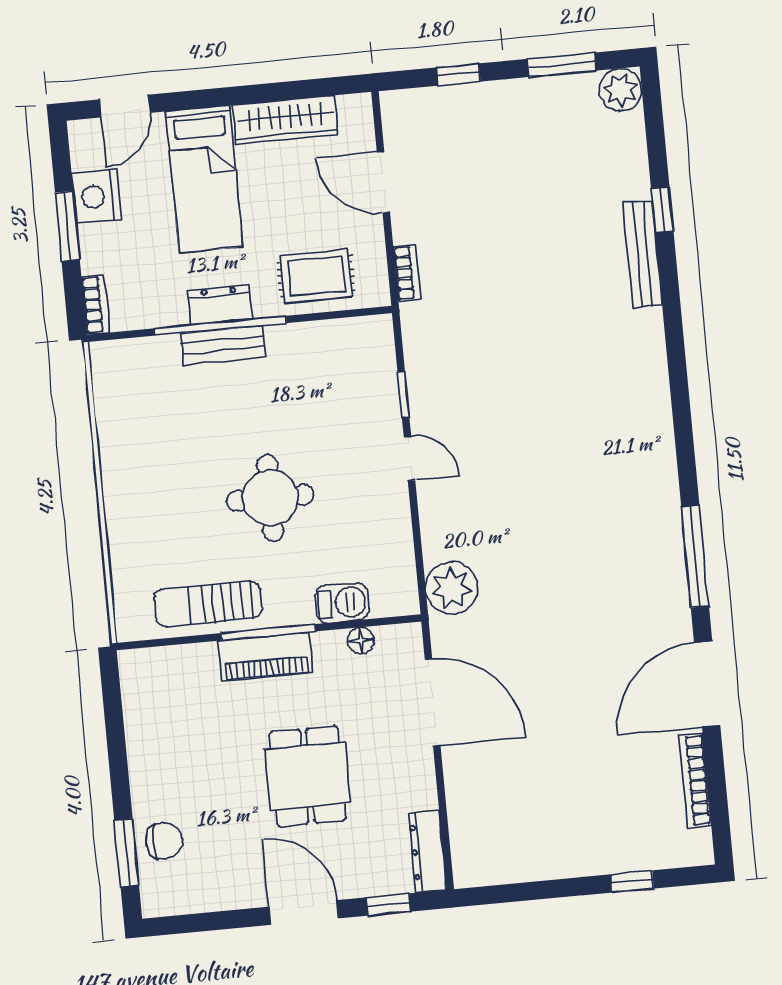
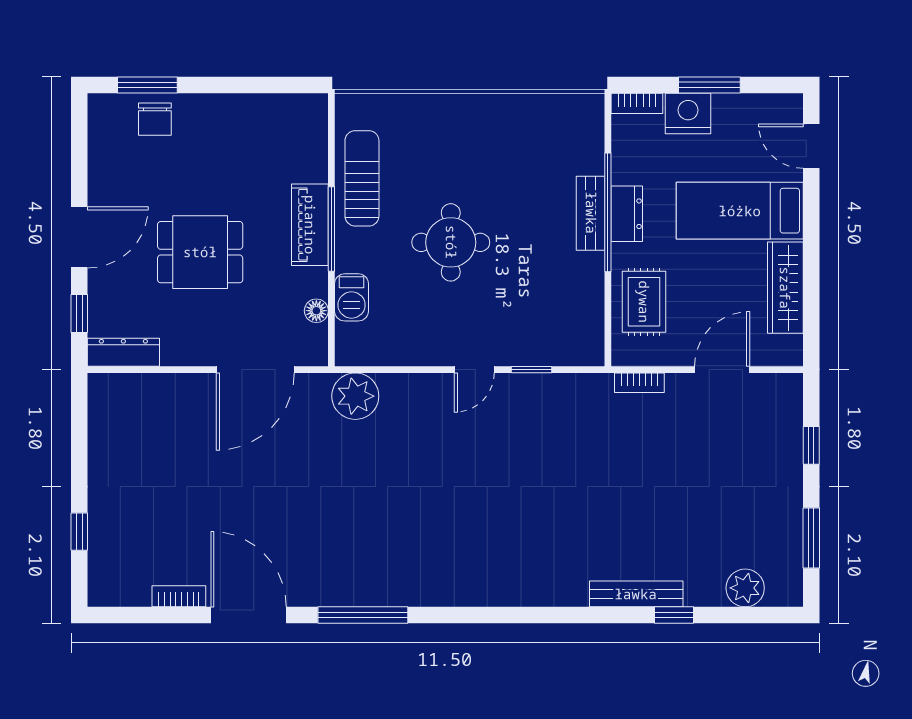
plant: (620, 90) -> (745, 588), moved
nightstand: (97, 197) -> (688, 113), moved
bookcase: (695, 781) -> (179, 596), width x0.64

